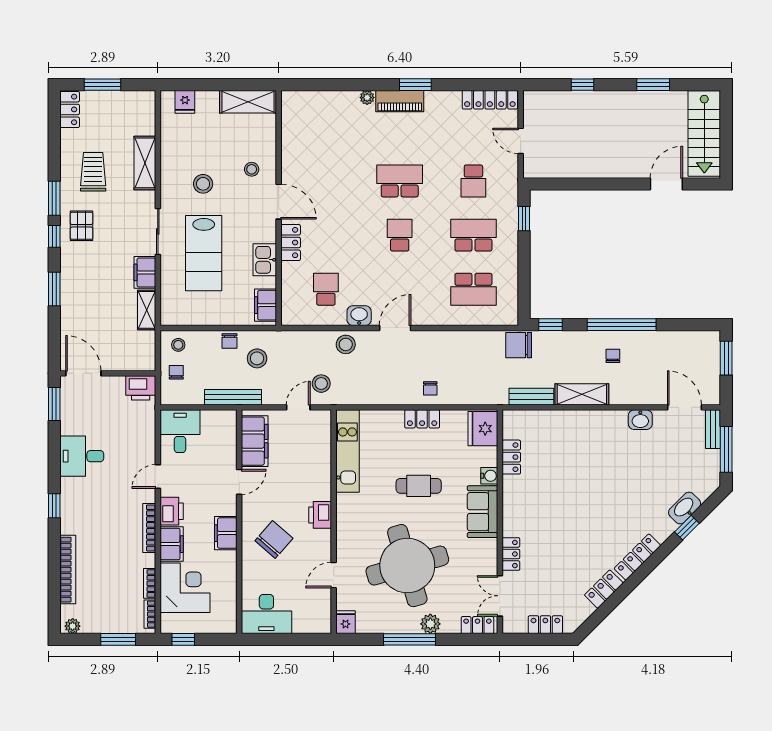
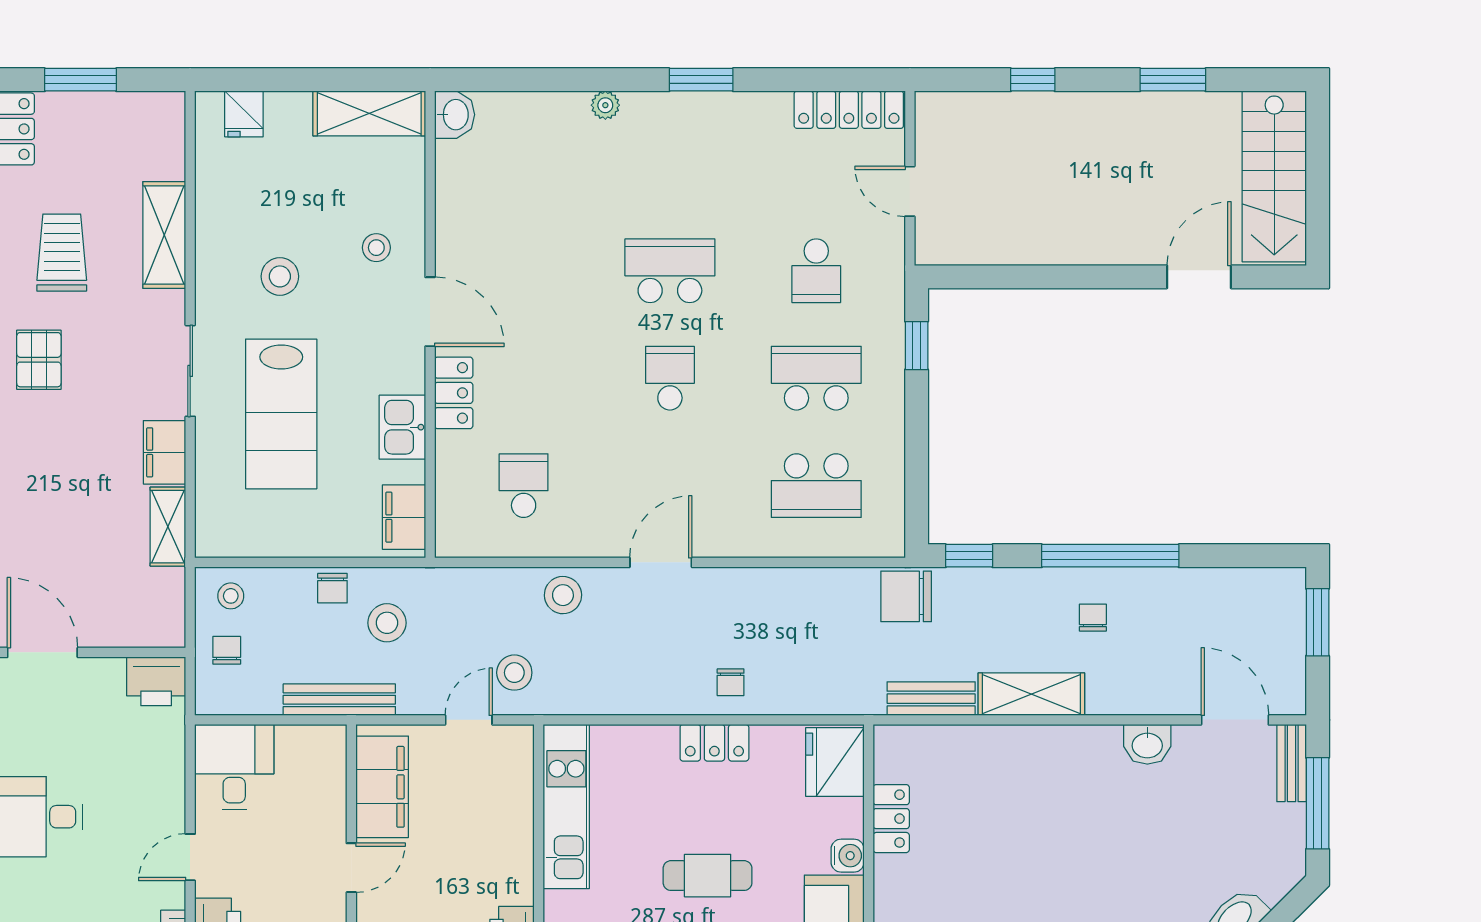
piano: (400, 101) -> (670, 112), removed
washbasin: (359, 316) -> (455, 115), moved, turned 90

